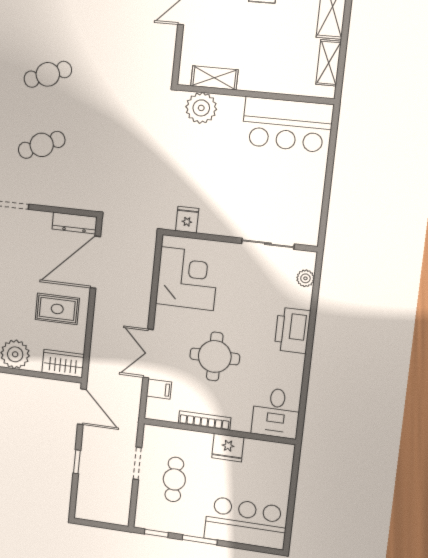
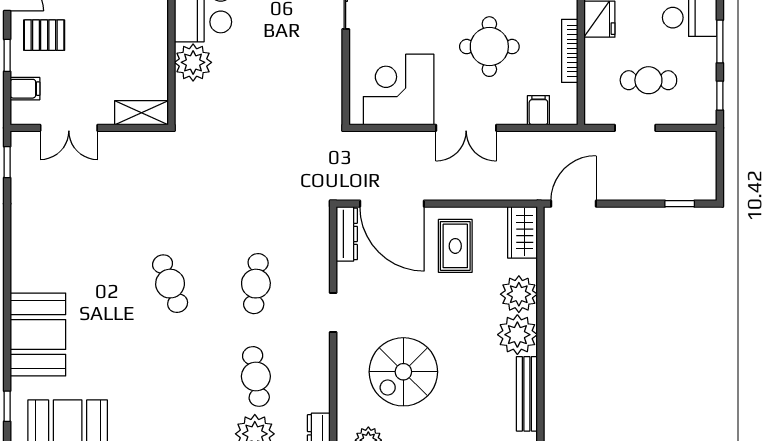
shelving: (214, 78) -> (141, 113), moved, turned 90
plant: (201, 108) -> (193, 62), moved
cafe table: (42, 145) -> (256, 284), turned 30
fridge: (187, 220) -> (328, 97), removed
double door: (148, 354) -> (466, 128), moved
window: (77, 462) -> (680, 204), moved

